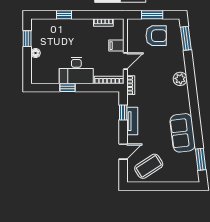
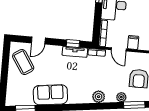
plant: (178, 53) -> (121, 97), added
tv unit: (132, 121) -> (75, 52), moved
door: (123, 151) -> (38, 40), hinge flipped

